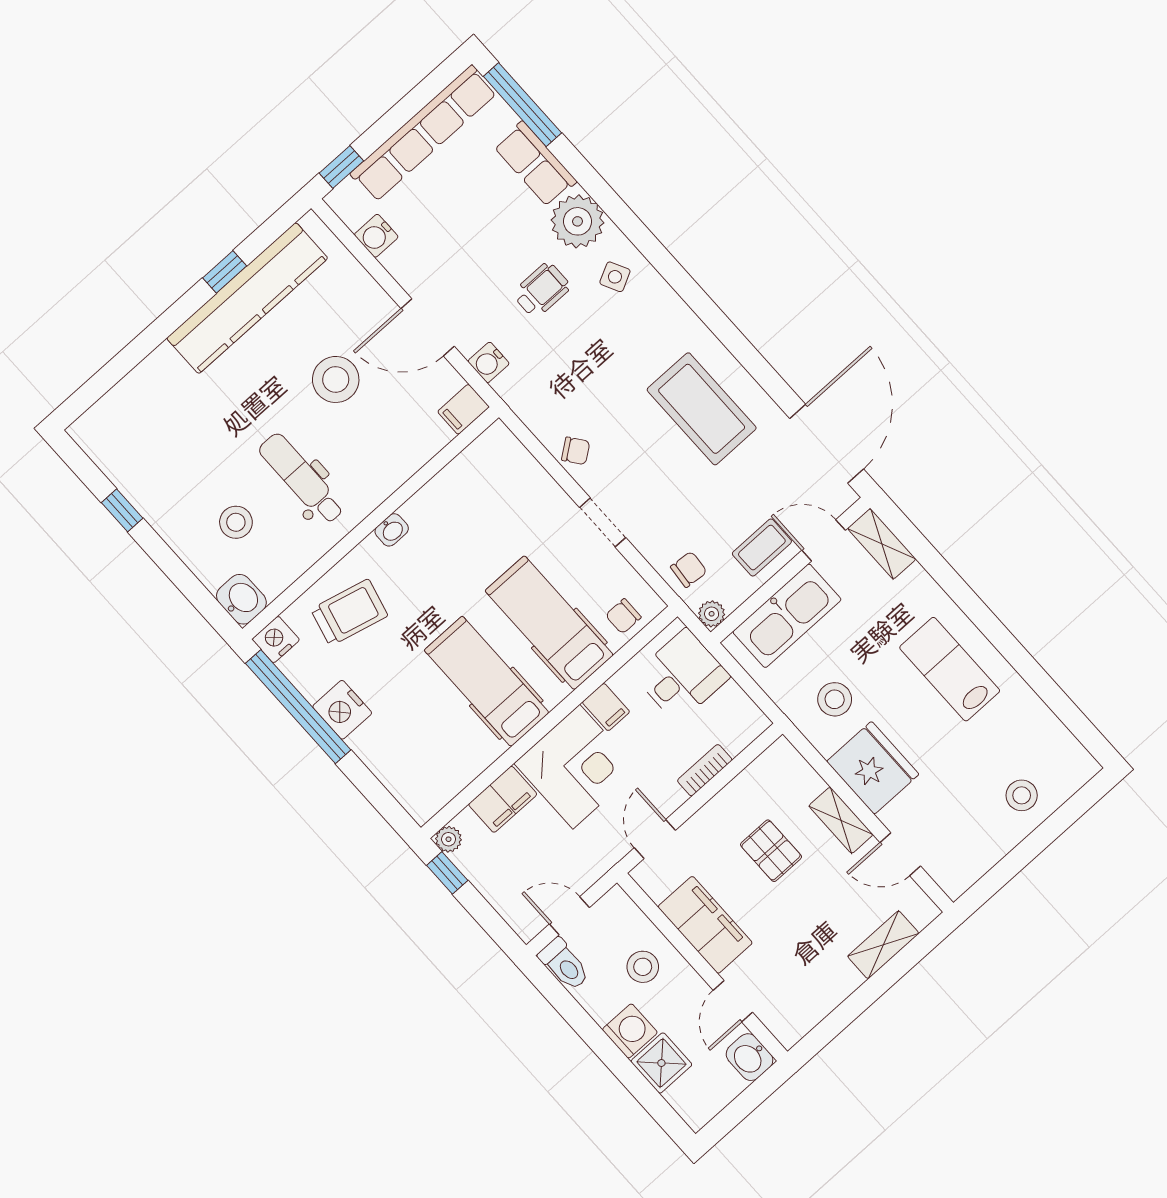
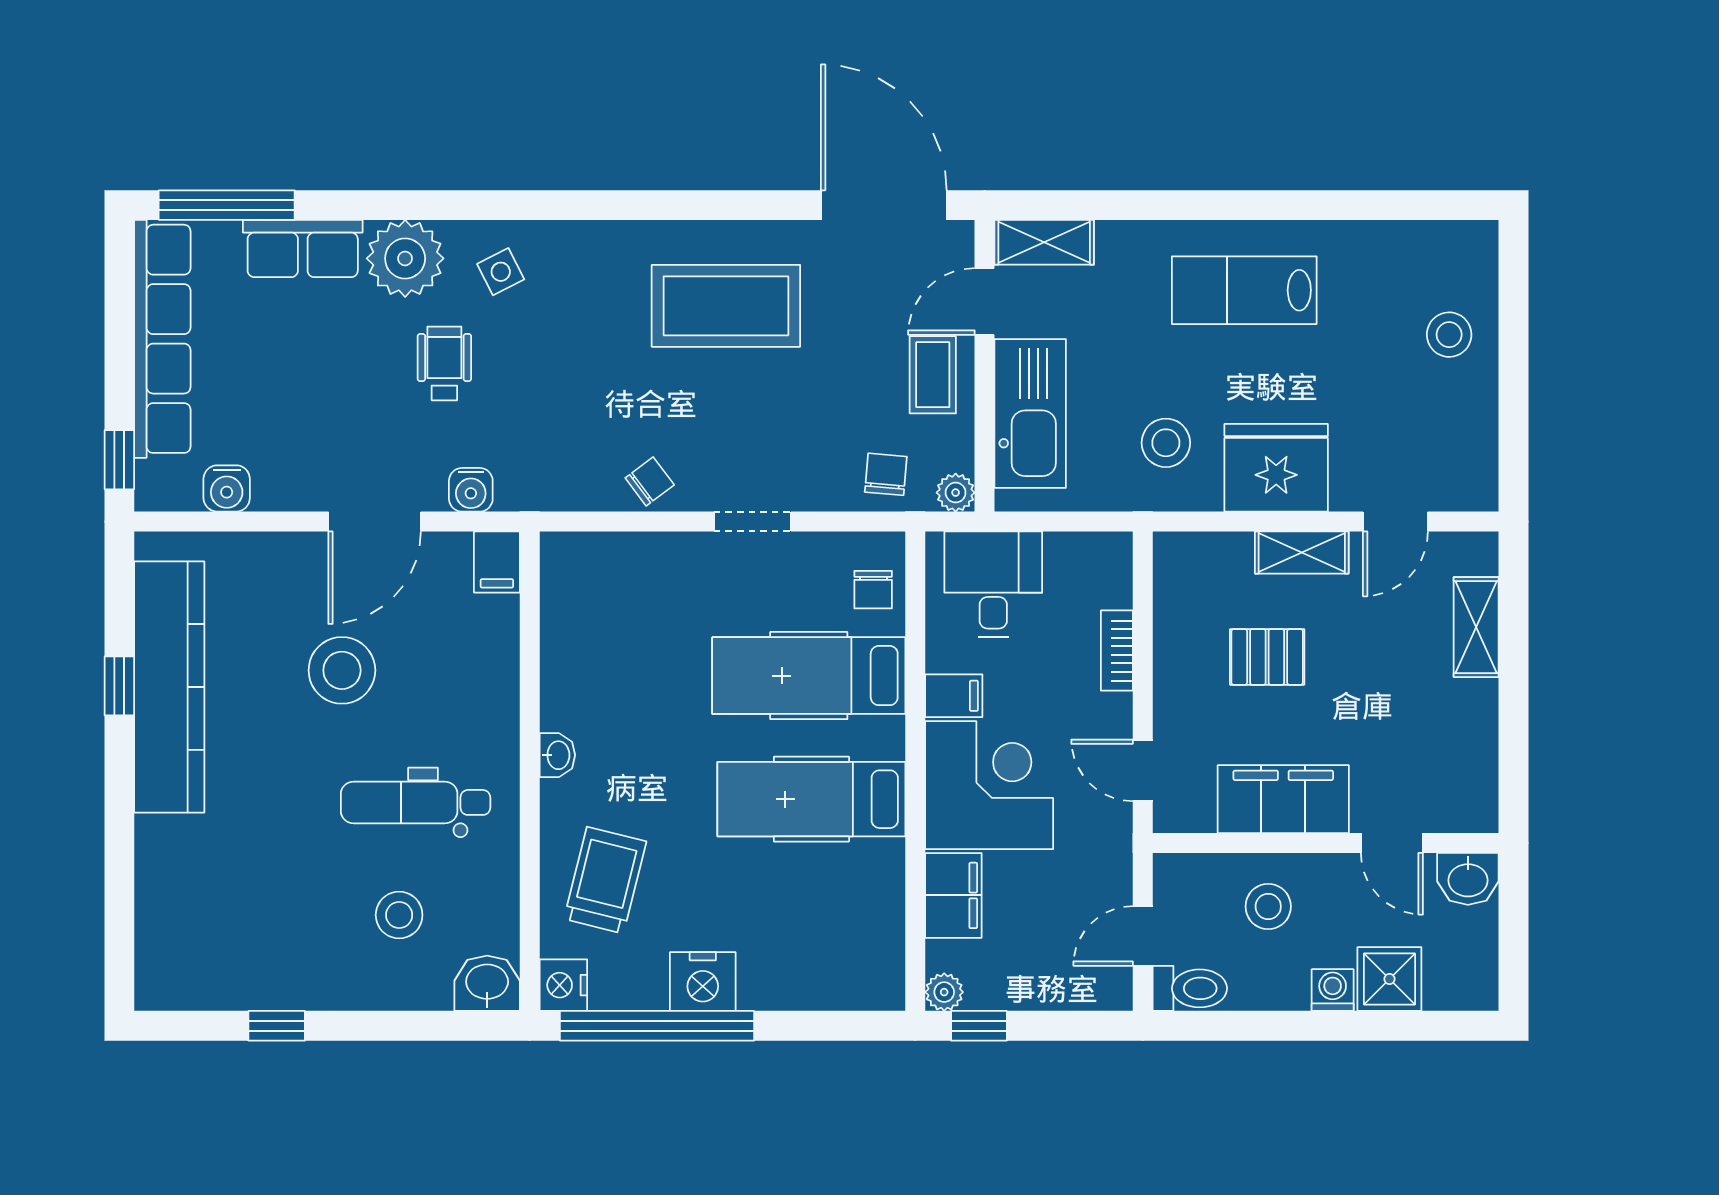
washing machine: (630, 1031) -> (1333, 990), width x0.73, depth x0.73

